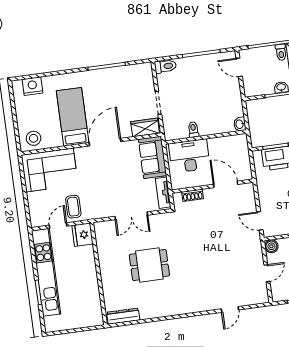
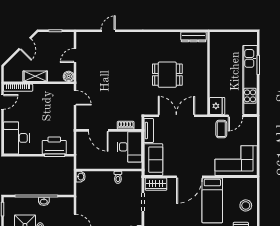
stool: (34, 138) -> (246, 205), moved
desk: (189, 156) -> (130, 147), moved, turned -90
double door: (131, 216) -> (176, 116), width x1.37

